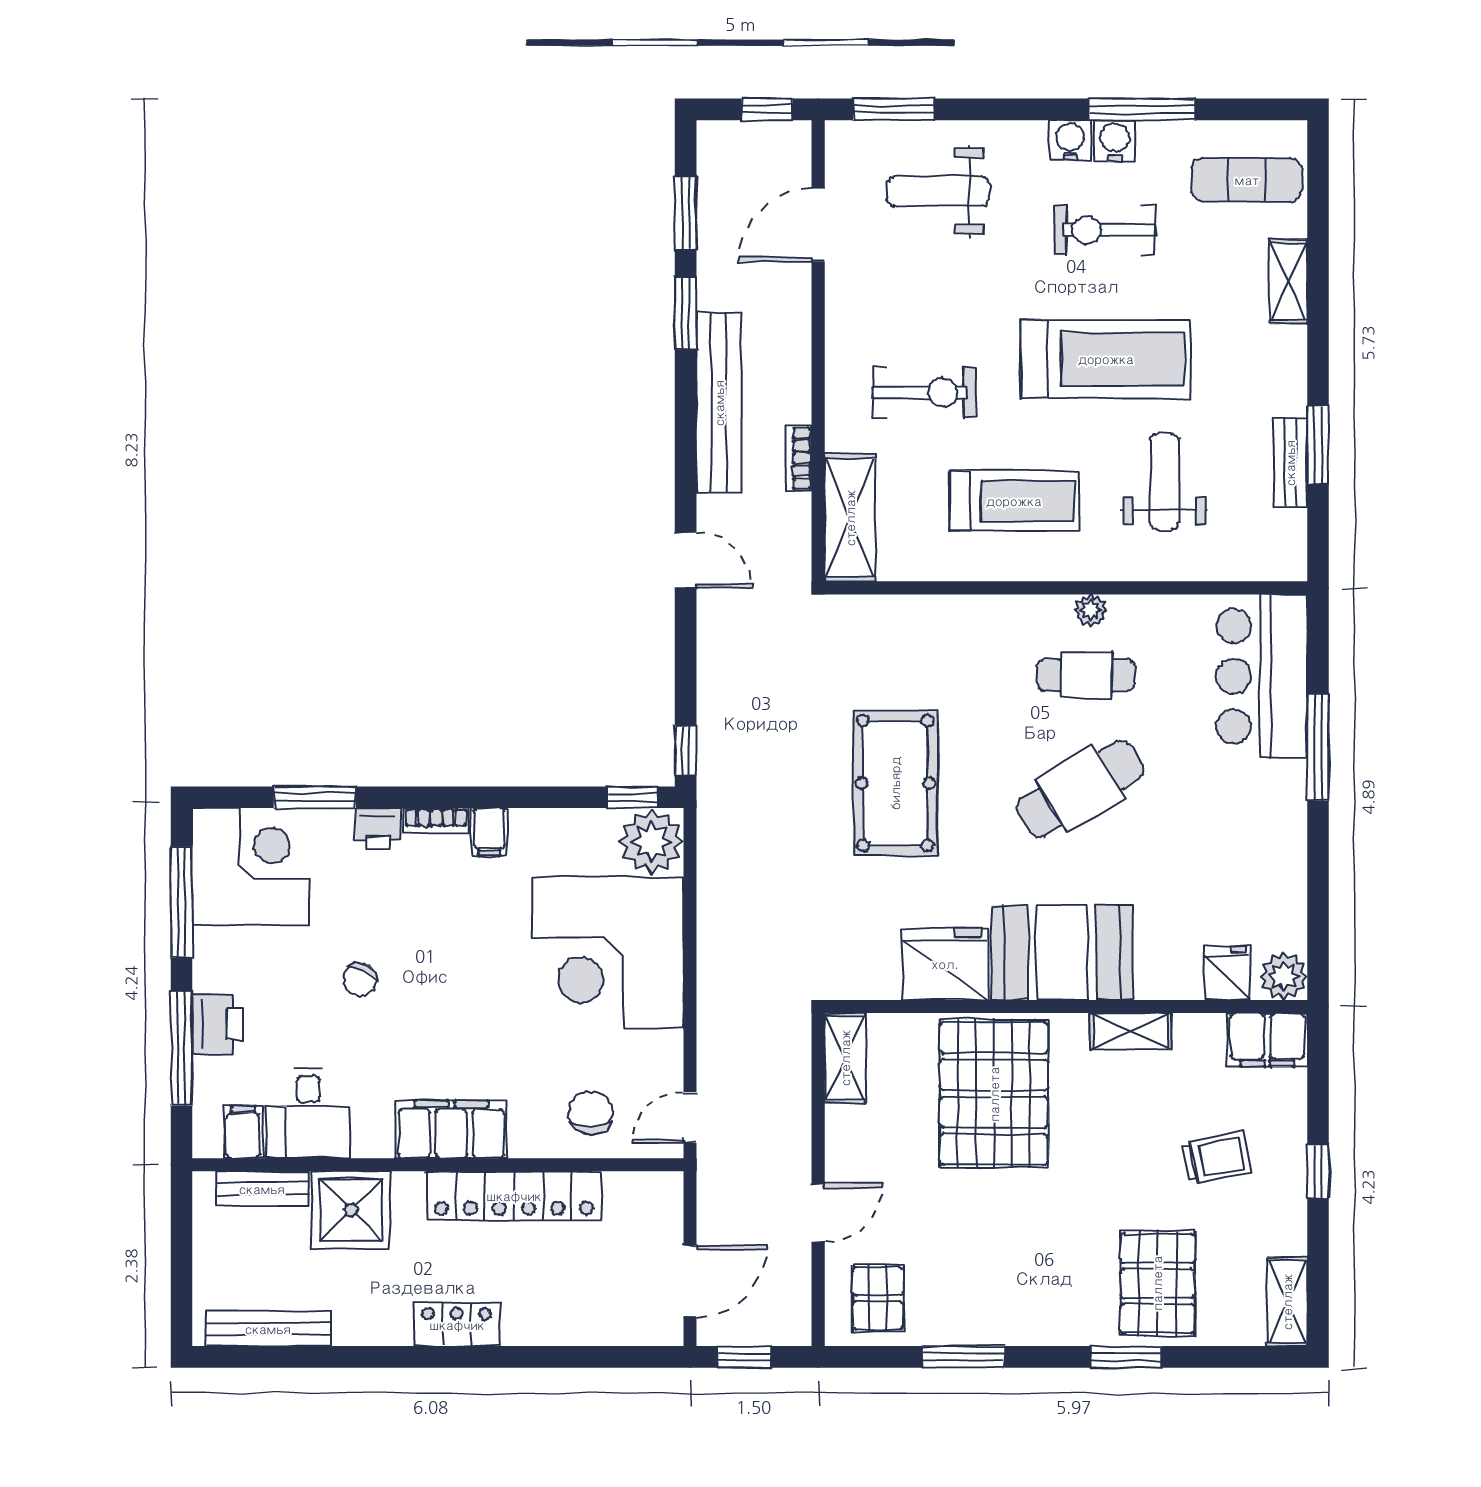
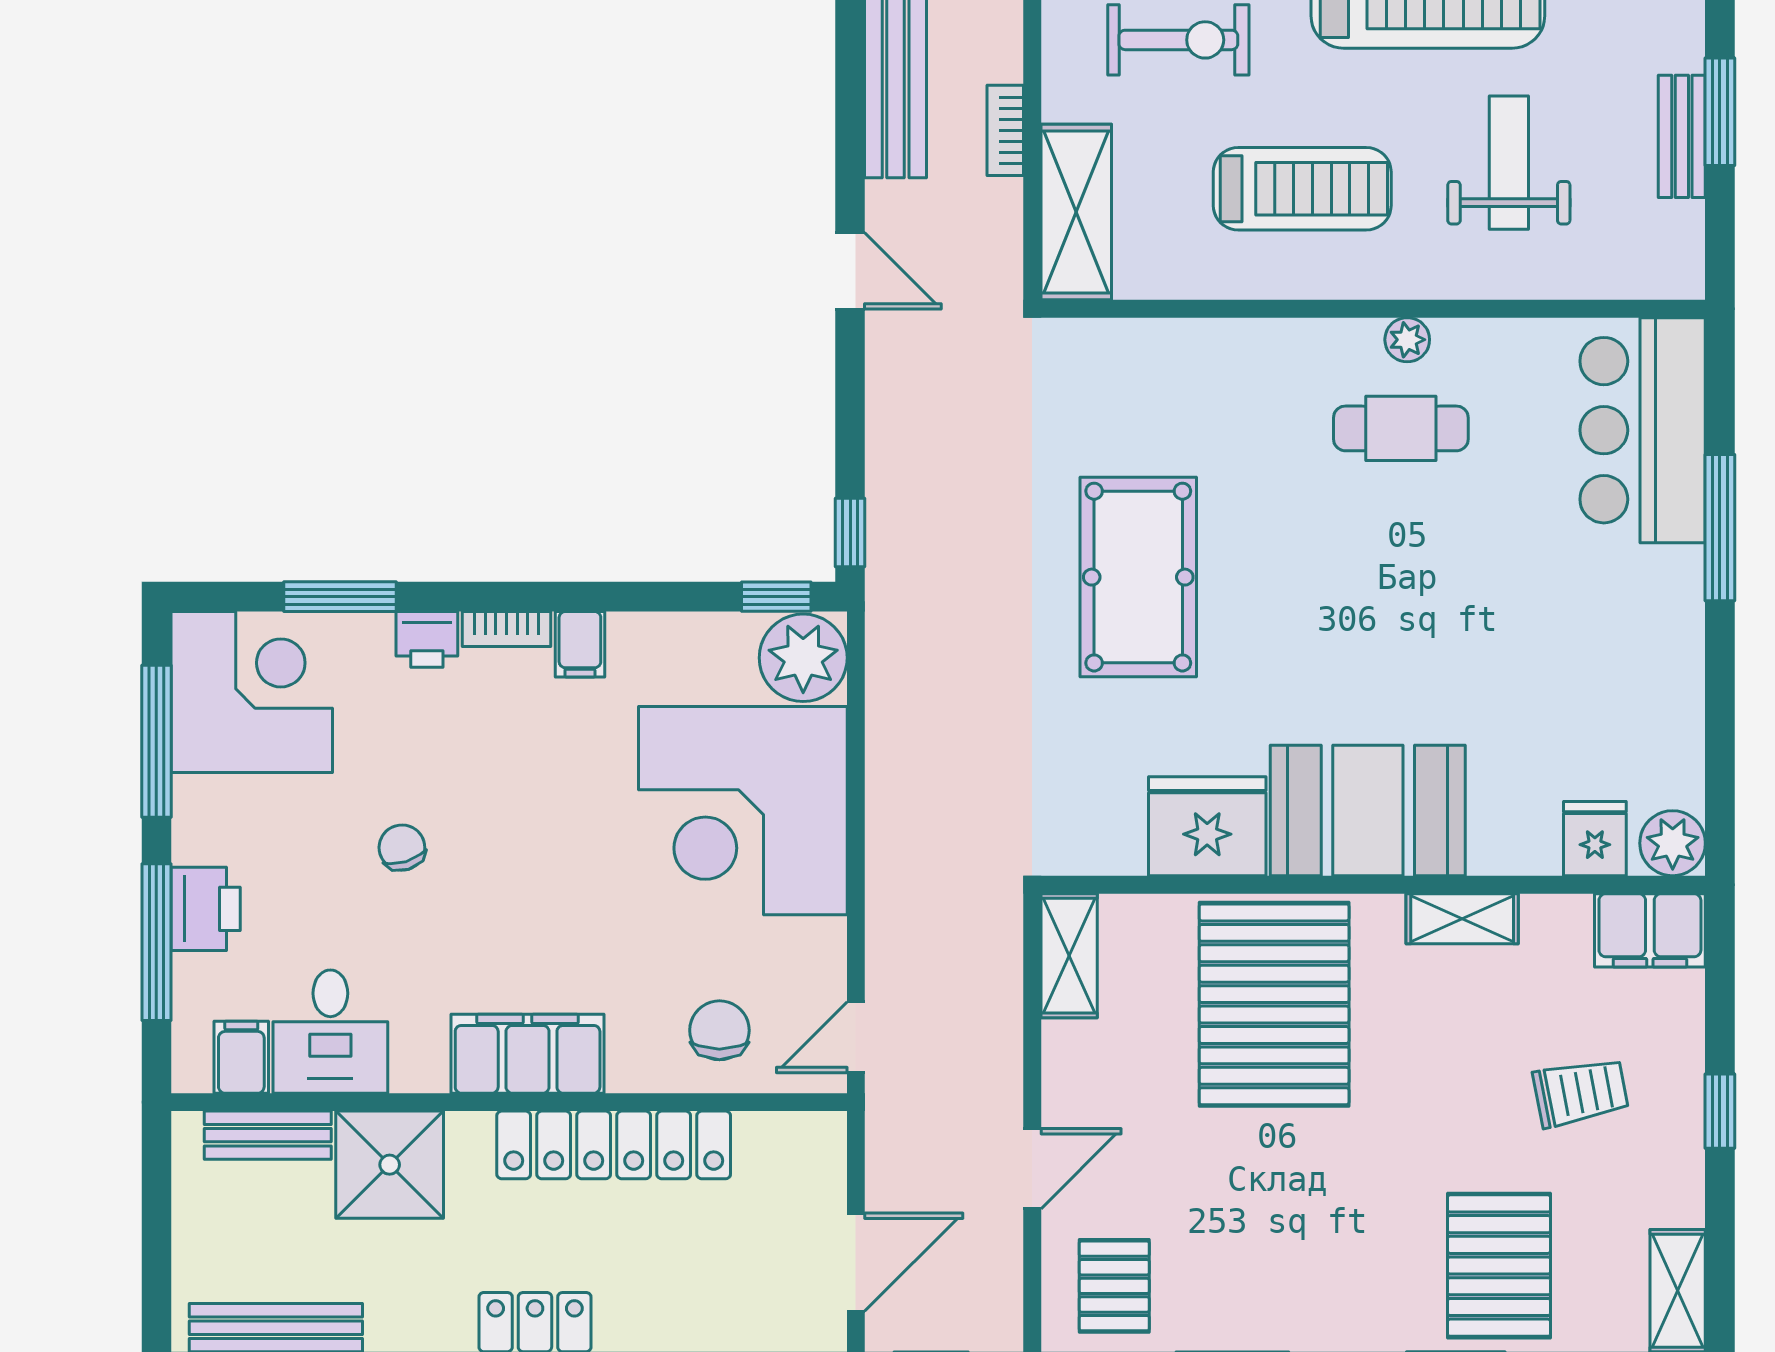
cafe table: (1080, 789) -> (1393, 585), removed
chair: (360, 980) -> (402, 848), turned 138

